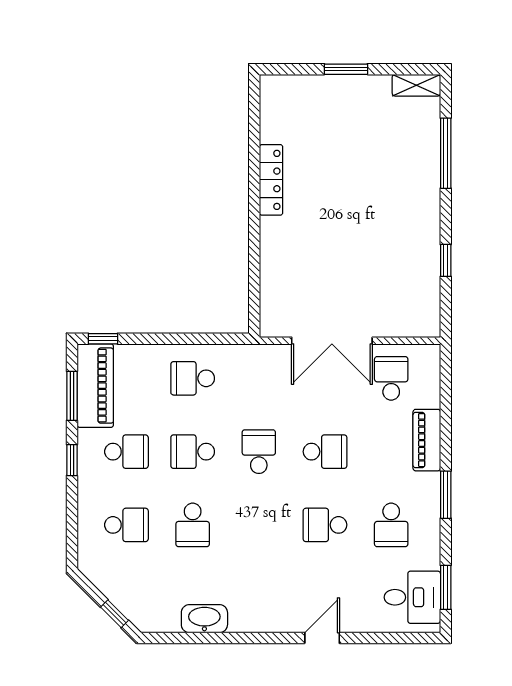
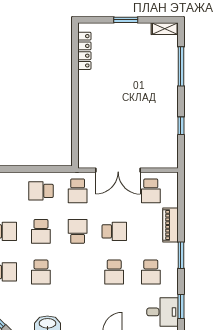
locker: (271, 180) -> (84, 51), moved
school desk: (259, 378) -> (78, 191), added
school desk: (391, 378) -> (151, 191), turned 180
school desk: (193, 452) -> (41, 231), turned -90
school desk: (325, 525) -> (114, 272), turned -90

